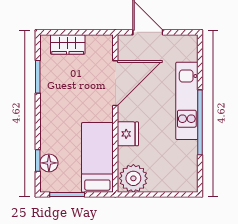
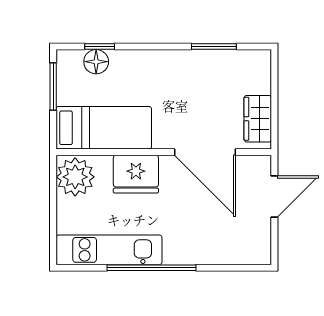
wardrobe: (68, 44) -> (258, 119), moved
kitchen unit: (187, 101) -> (109, 250), moved
fridge: (128, 134) -> (136, 174), width x1.36, depth x1.34

